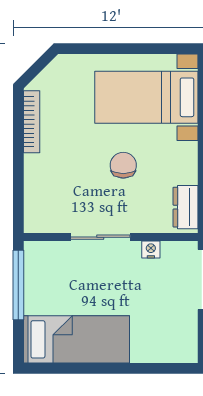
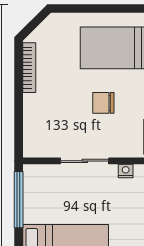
chair: (123, 165) -> (103, 103), turned -90

